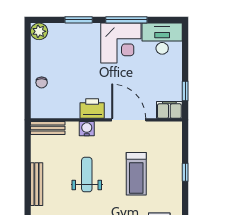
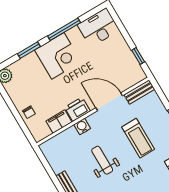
corner desk: (121, 43) -> (58, 56), moved
filing cabinet: (169, 110) -> (59, 122), moved
bench: (48, 128) -> (139, 92), moved

